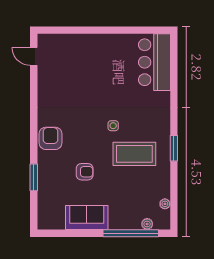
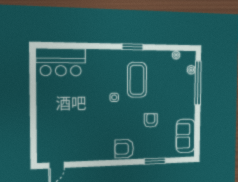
sofa: (87, 218) -> (185, 136), moved

